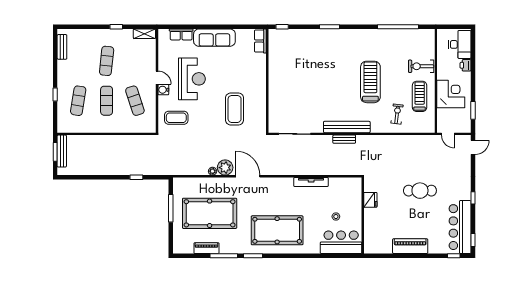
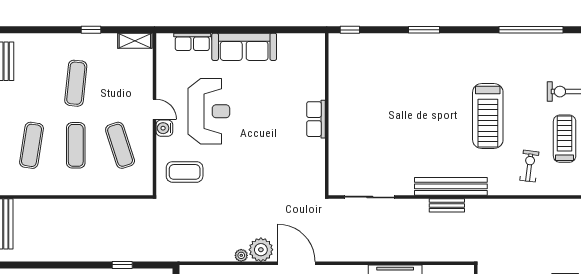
row of seats: (260, 41) -> (316, 119), moved
treadmill: (370, 82) -> (488, 116), turned 180
coffee table: (235, 109) -> (276, 158), removed

